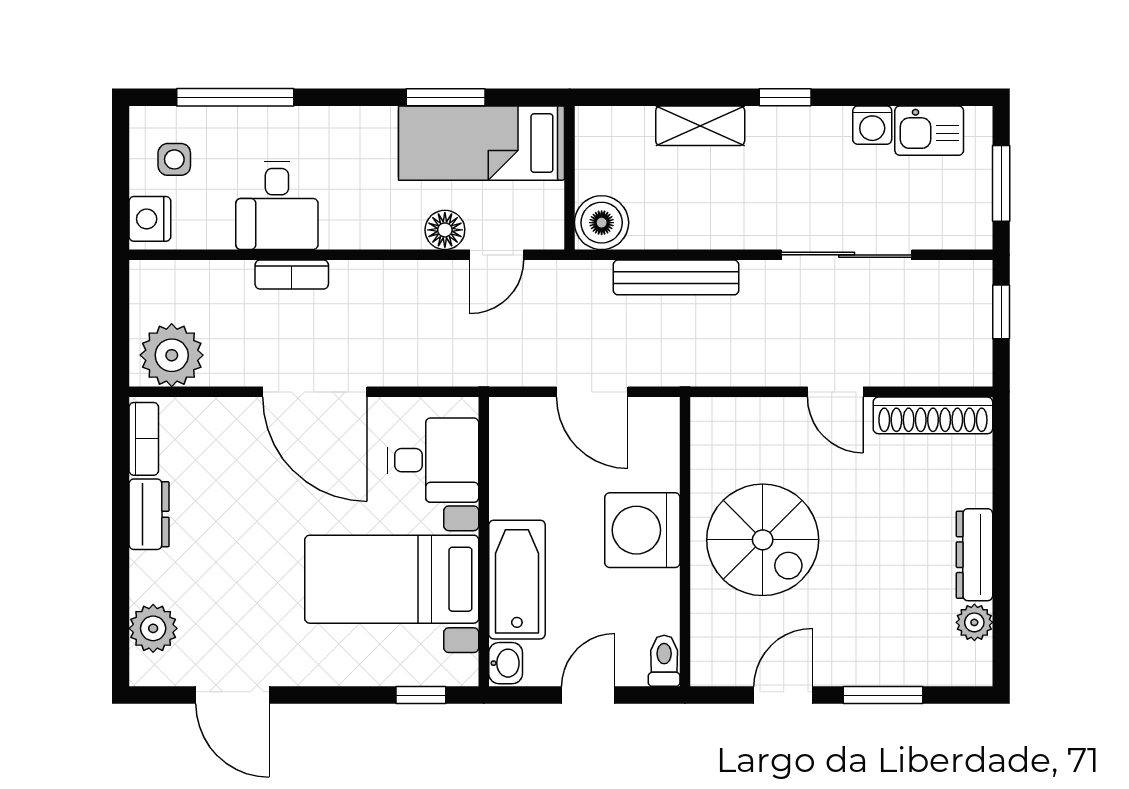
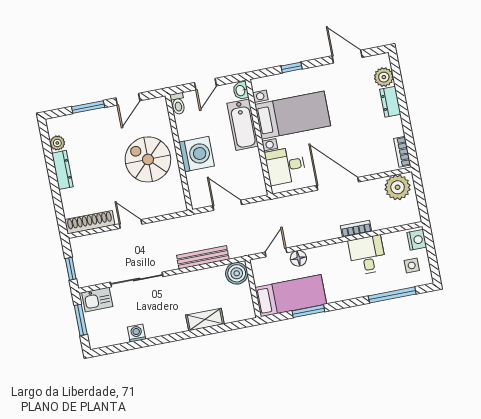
window: (785, 97) -> (173, 337), removed
kitchen sink: (929, 131) -> (97, 300), moved, turned 180
dresser: (149, 514) -> (390, 102), moved
window: (421, 695) -> (292, 67), moved

